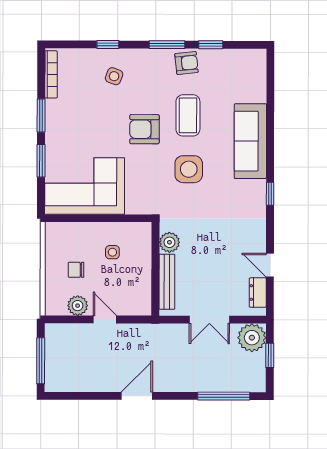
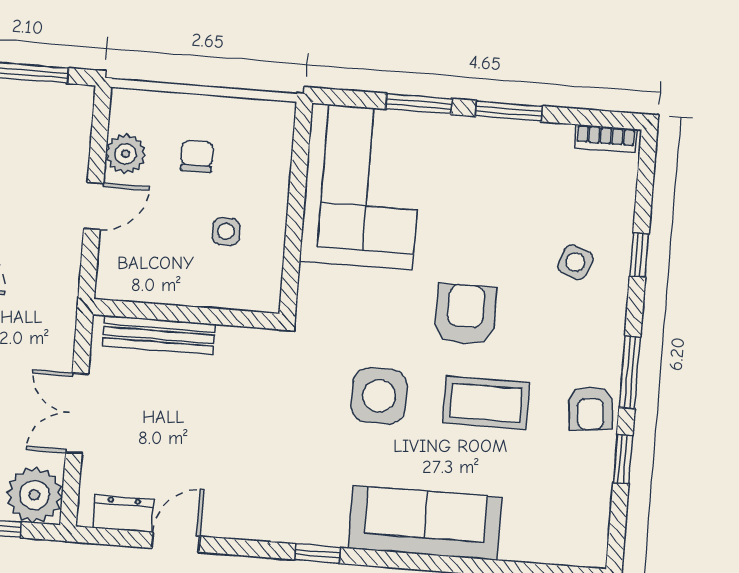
bookcase: (51, 74) -> (606, 139), width x0.64
plant: (169, 242) -> (237, 346), removed

